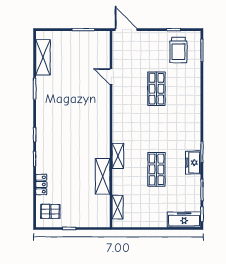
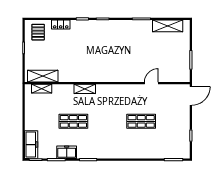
trolley: (178, 50) -> (174, 140), removed
freezer: (193, 163) -> (67, 152), moved
shelving: (103, 176) -> (43, 76), moved

